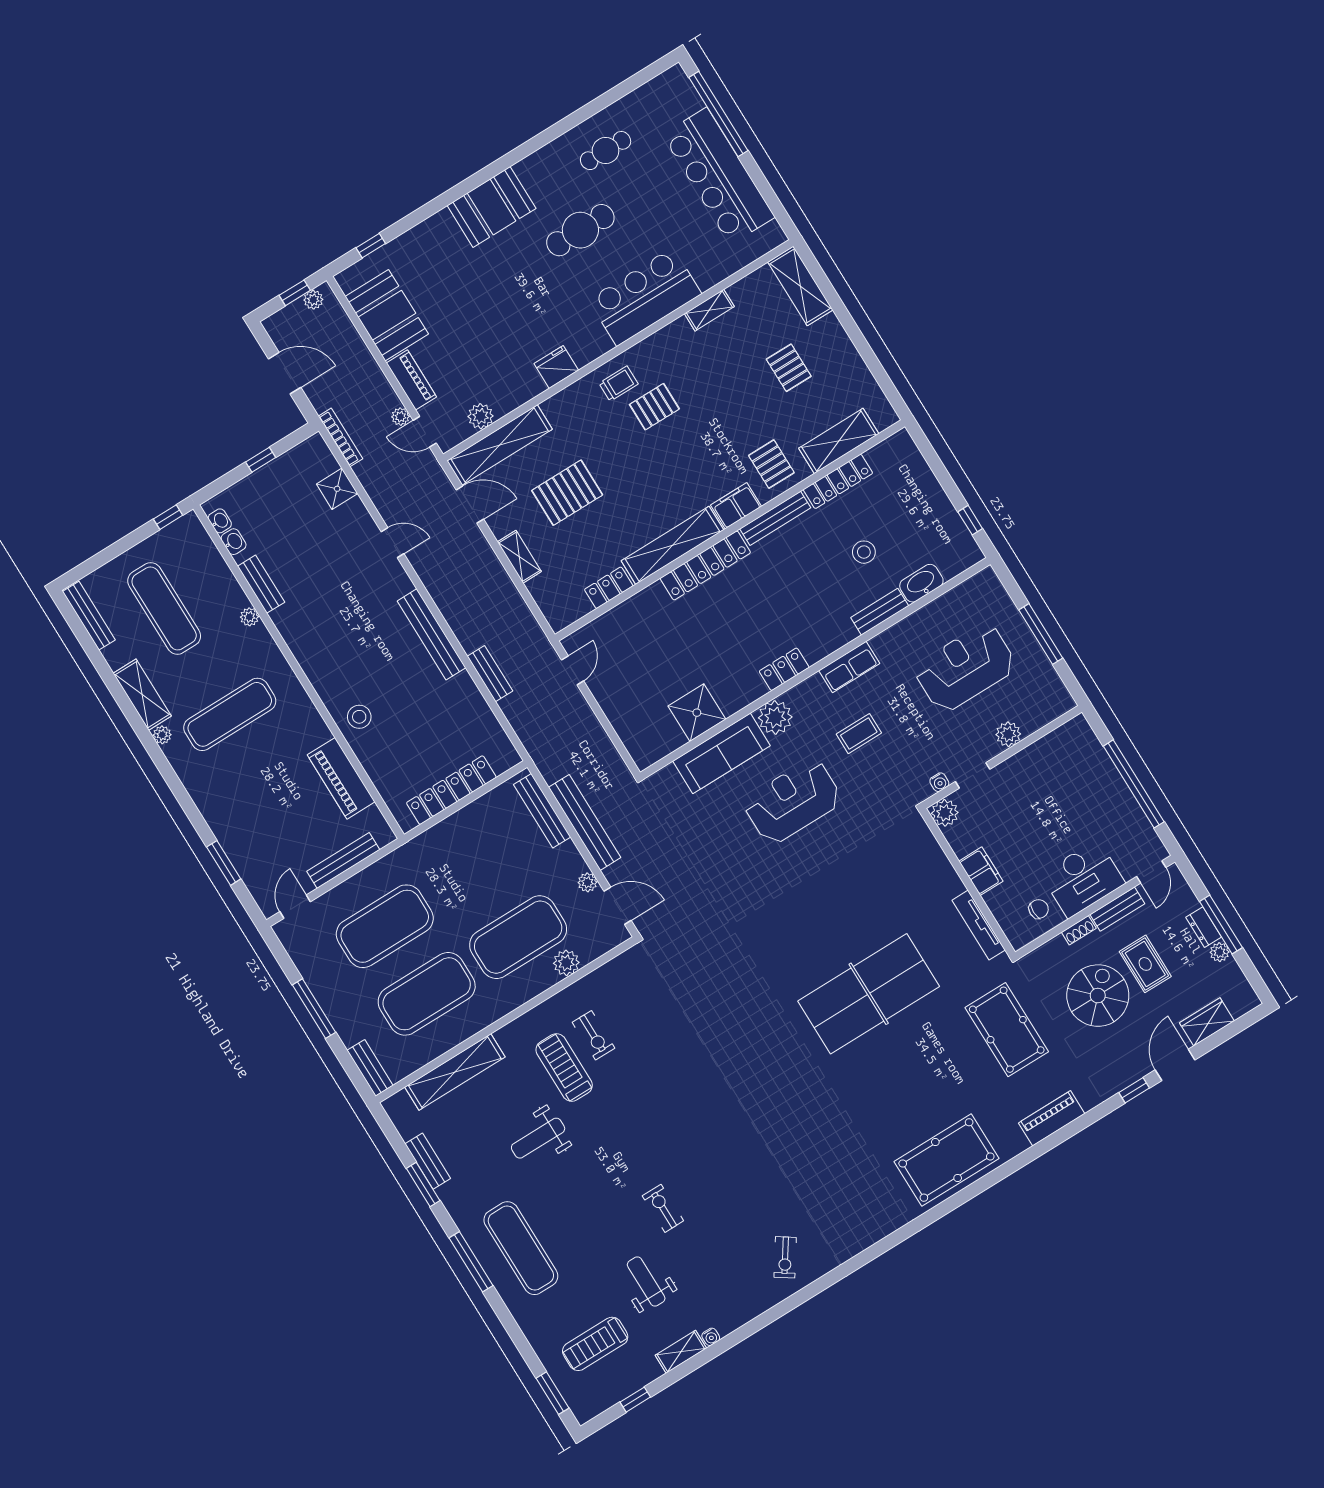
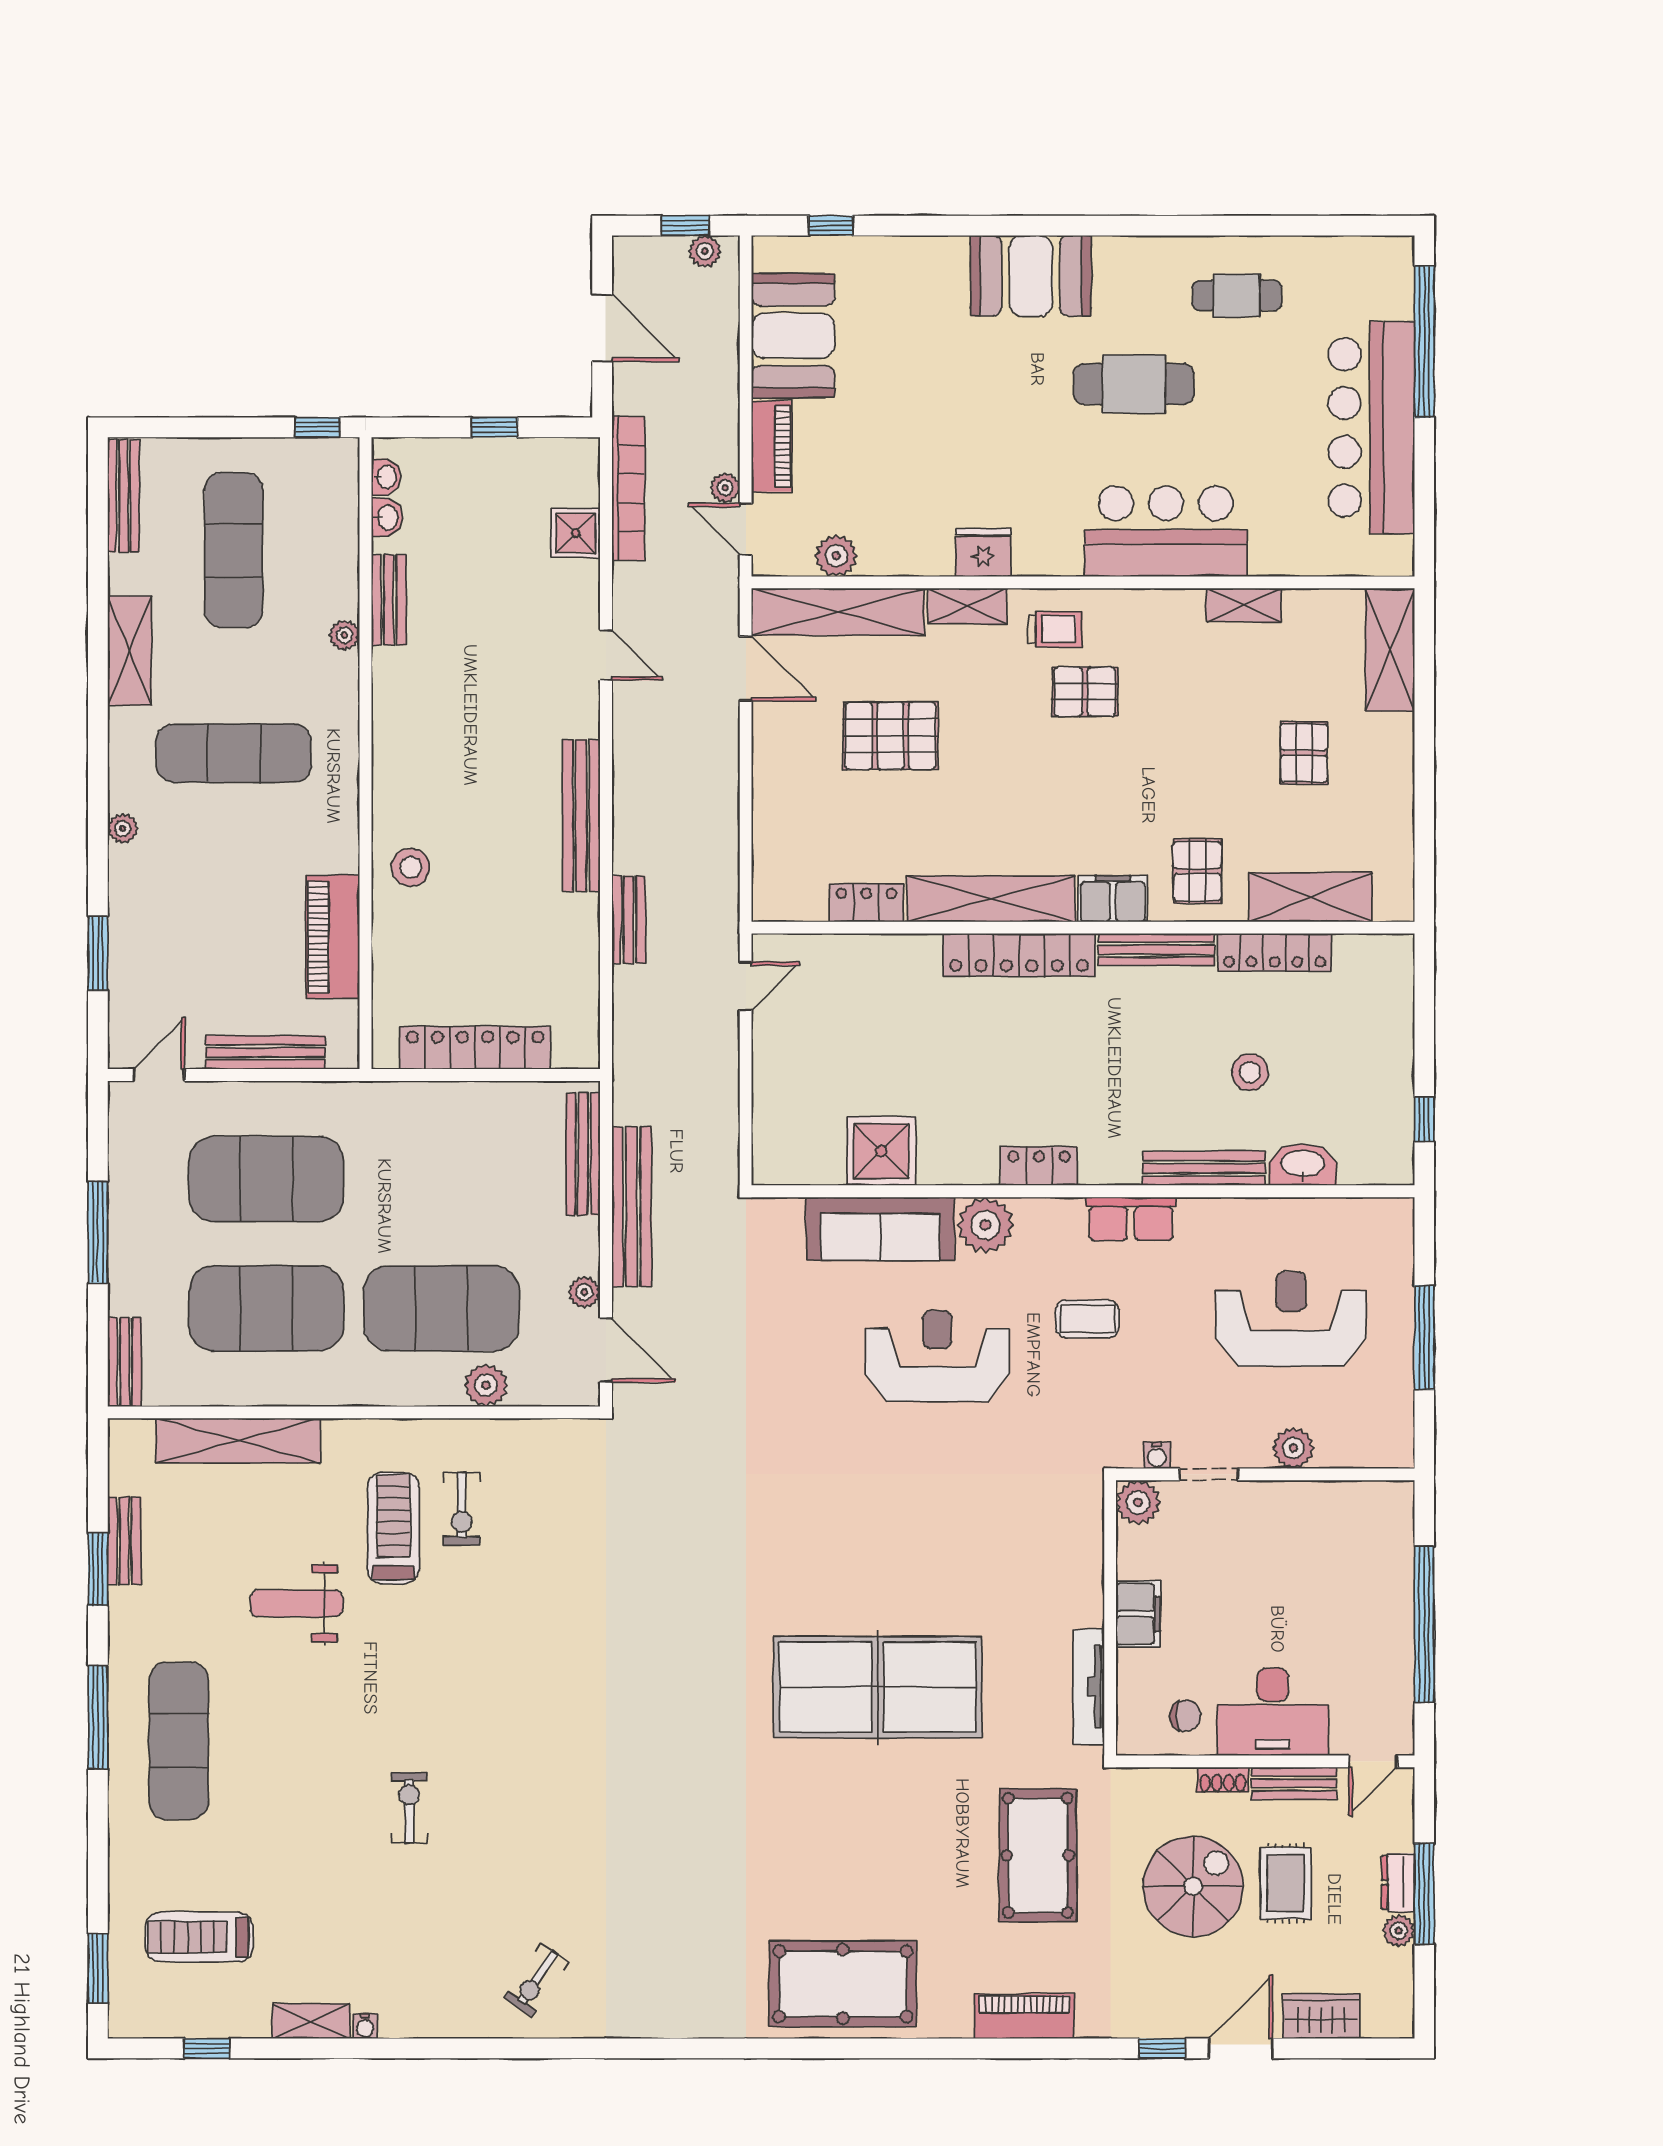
bookcase: (340, 437) -> (628, 488), width x1.48, depth x1.31
shelving: (519, 557) -> (967, 606), moved, turned 90
bench: (880, 612) -> (1204, 1168), width x1.36
plant: (162, 735) -> (123, 829), moved
weight bench: (646, 1282) -> (323, 1894), removed

